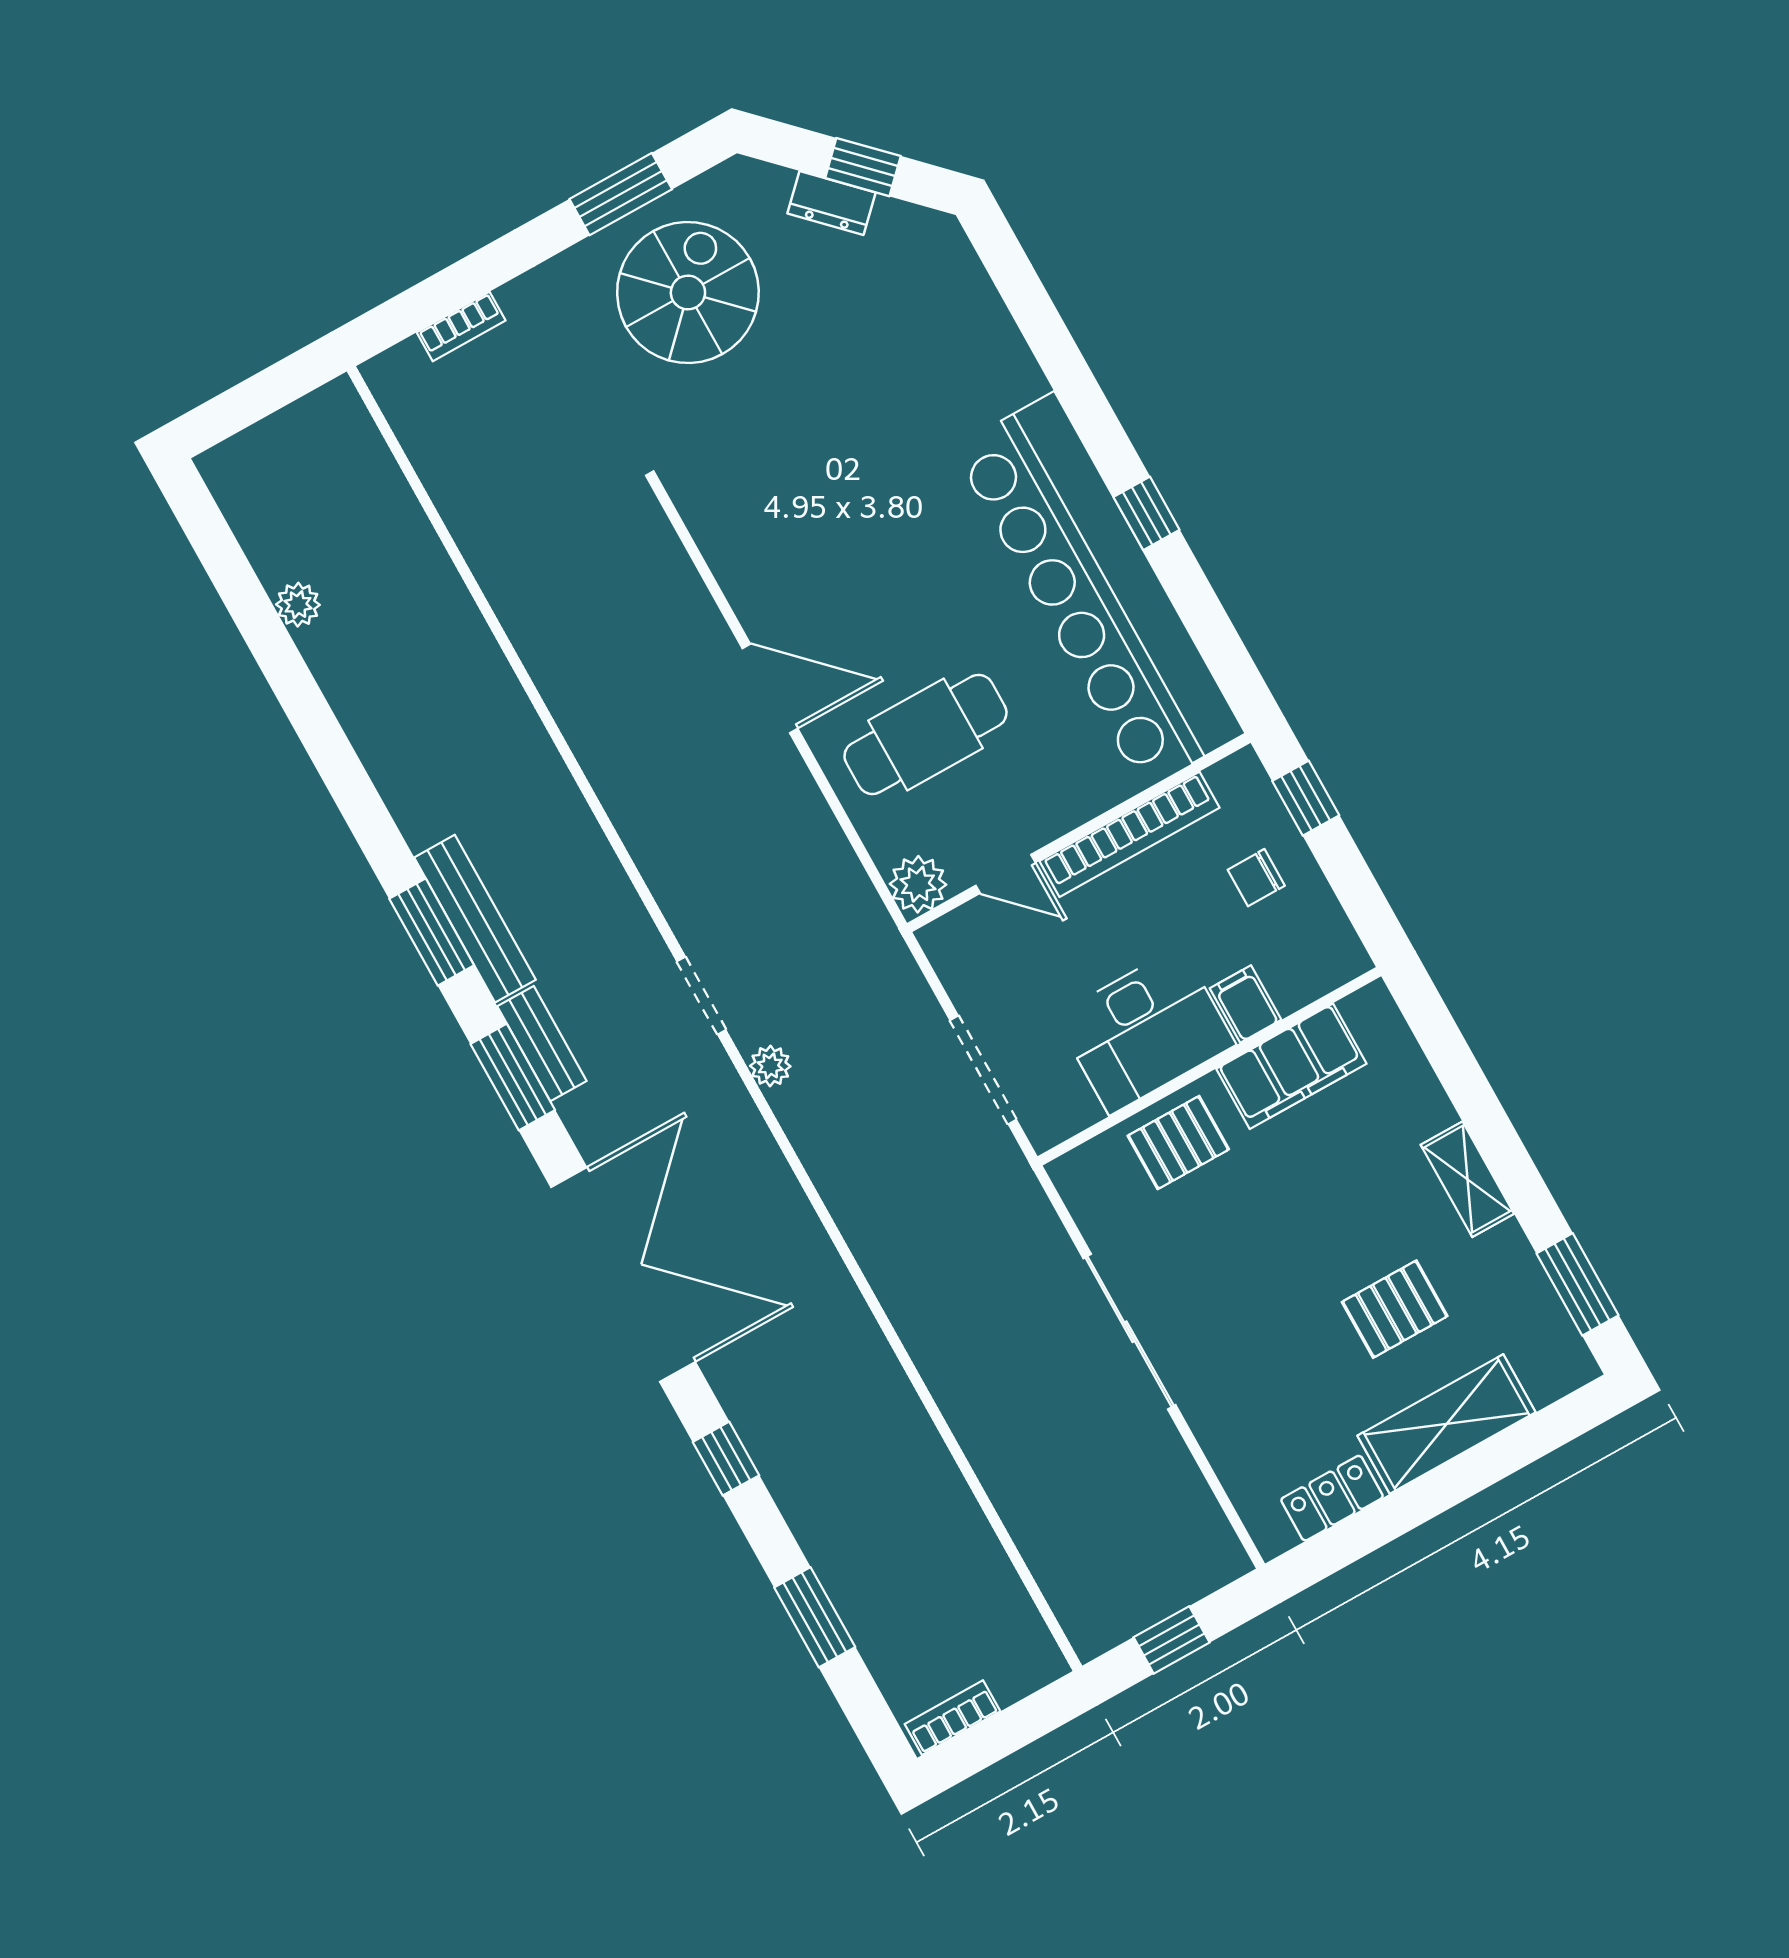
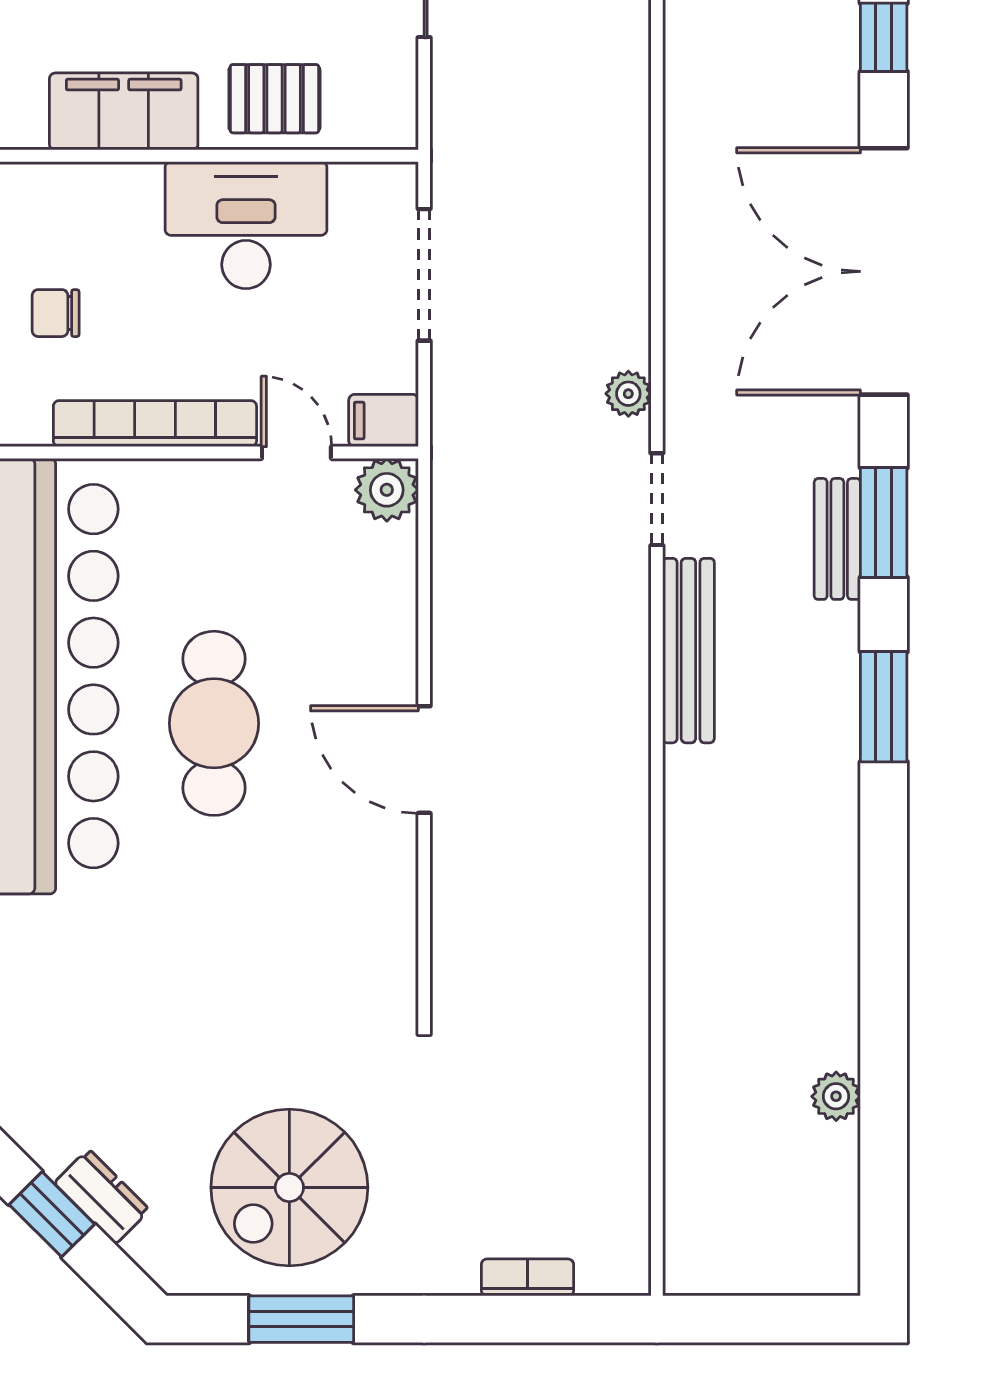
cafe table: (925, 734) -> (214, 723), moved, turned 90
chair: (1256, 878) -> (56, 313), turned 180
bench: (475, 919) -> (688, 651), moved
filing cabinet: (1246, 1004) -> (384, 421), moved, turned 90

